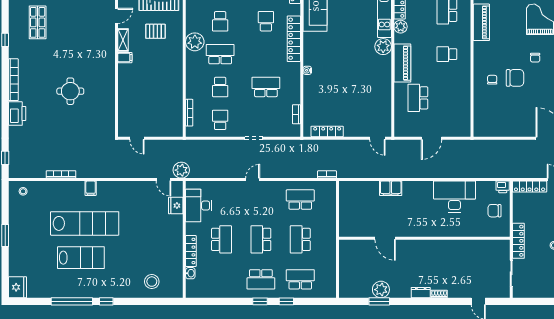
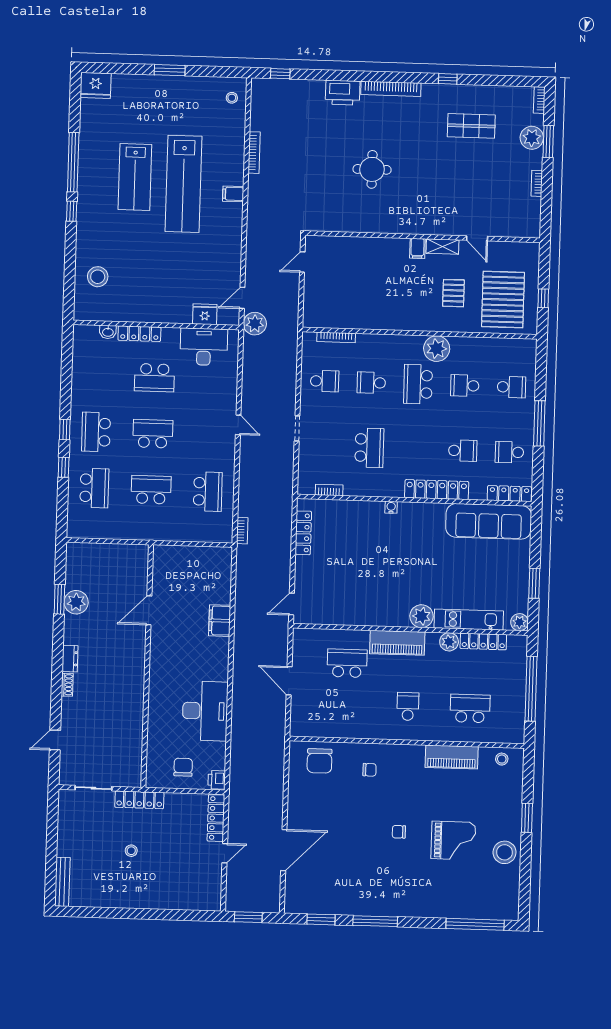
school desk: (220, 54) -> (418, 384), turned 180
chair: (515, 78) -> (319, 761), moved

